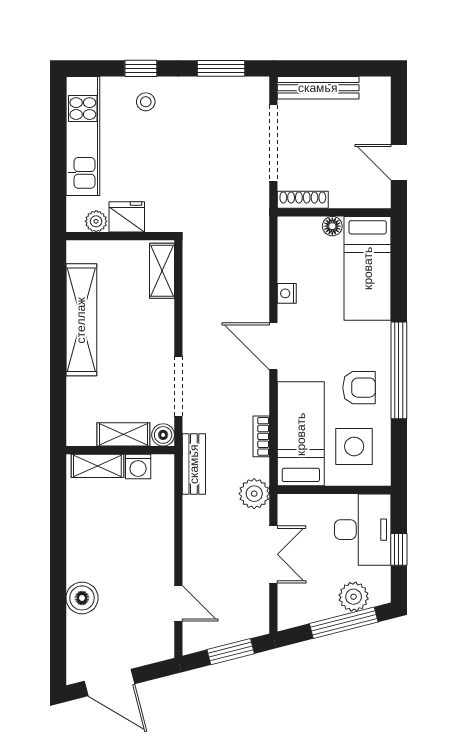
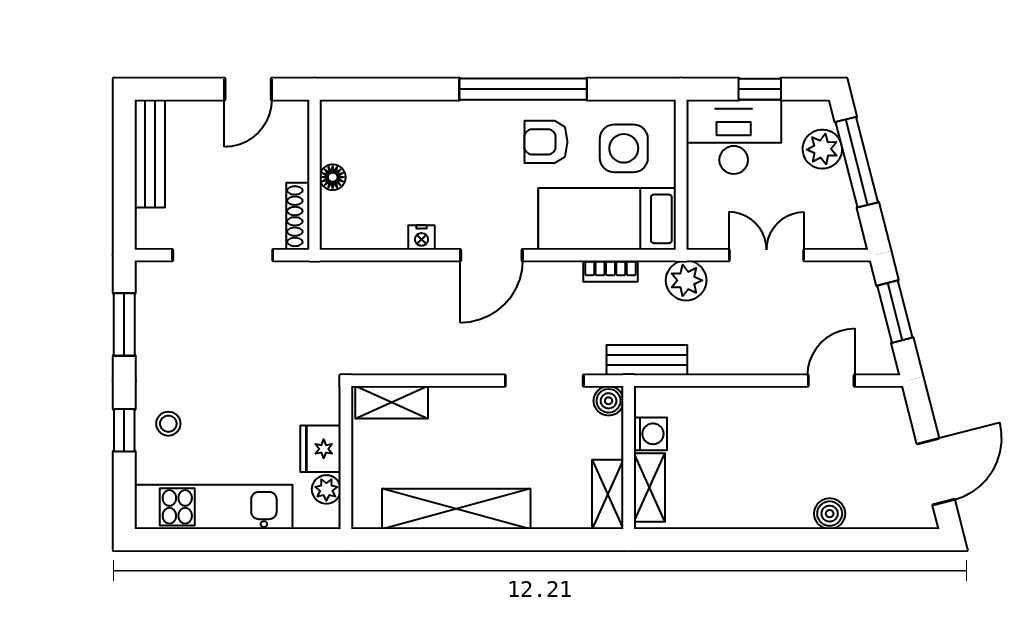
bench: (318, 88) -> (150, 154), moved
bed: (368, 268) -> (388, 131), removed
armchair: (359, 388) -> (546, 142), turned -90
shelving: (123, 434) -> (608, 494), moved
boiler: (82, 598) -> (830, 514), width x0.73, depth x0.73

